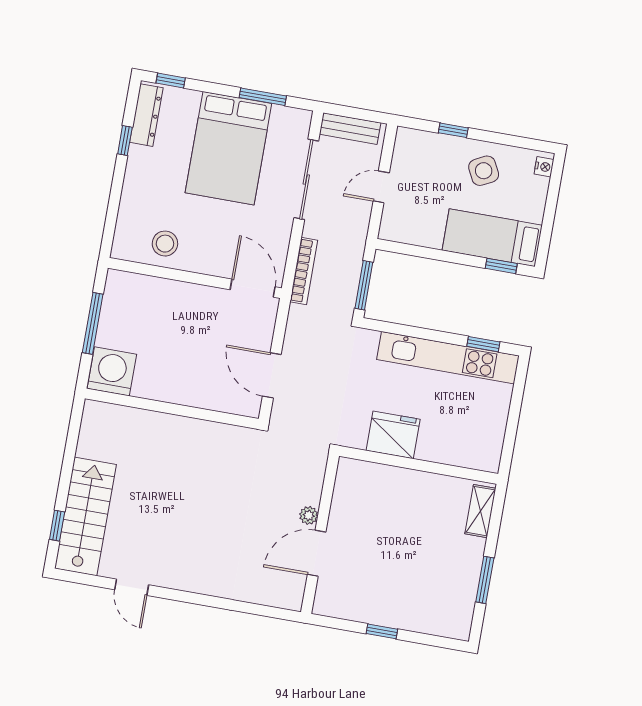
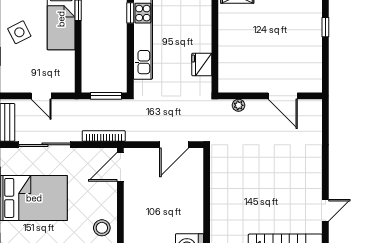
fridge: (393, 435) -> (202, 64), width x0.73, depth x0.75
plant: (309, 515) -> (238, 105), moved
window: (382, 631) -> (325, 27), moved

